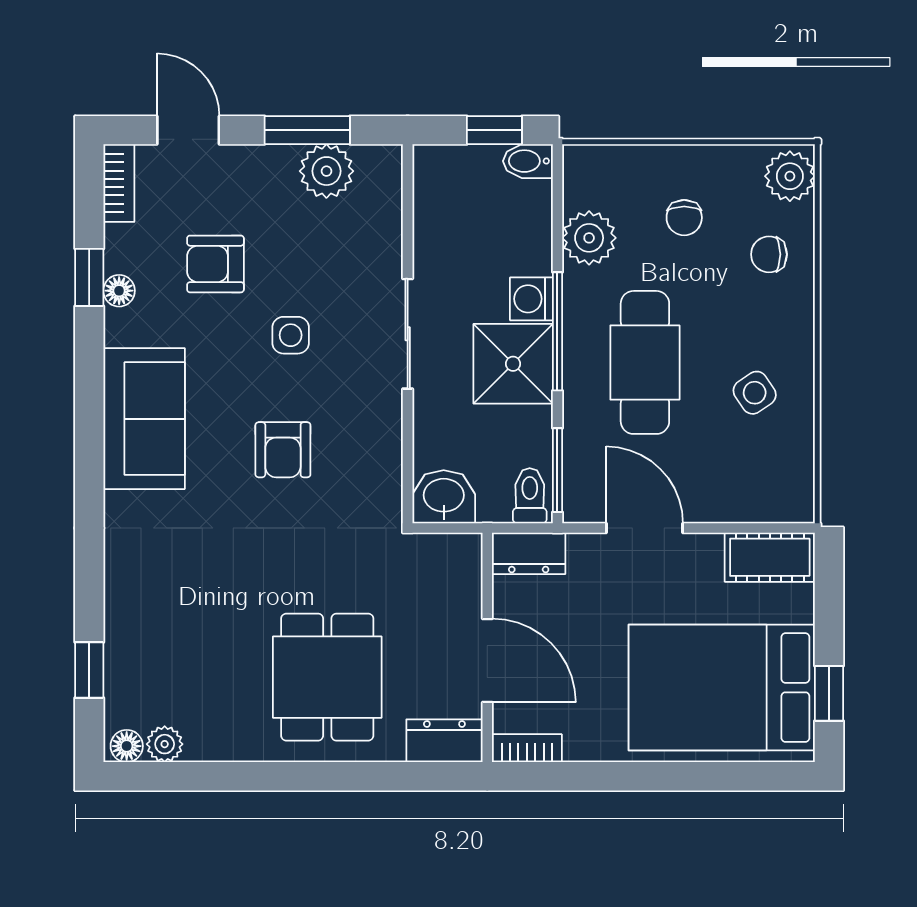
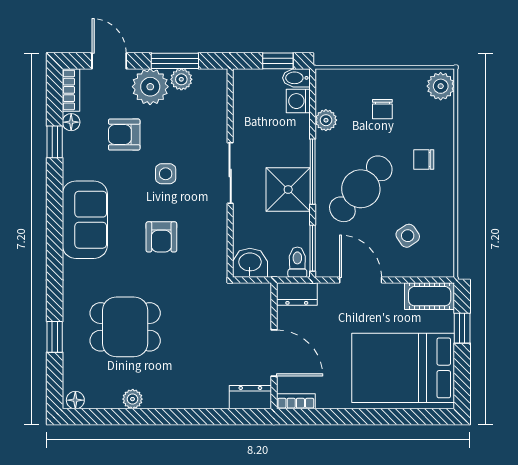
plant: (326, 171) -> (181, 79), width x0.73, depth x0.73
plant: (263, 177) -> (150, 87), added
plant: (589, 238) -> (326, 120), width x0.73, depth x0.73
chair: (769, 254) -> (424, 160), moved
floor lamp: (119, 291) -> (71, 122), moved
washing machine: (531, 299) -> (298, 101), moved
cafe table: (645, 362) -> (361, 189), turned 42
side table: (755, 393) -> (408, 236), moved
window: (89, 670) -> (55, 337), moved
dining table: (327, 677) -> (125, 327), moved, turned 90
window: (829, 693) -> (462, 328), moved
plant: (165, 744) -> (133, 399), moved

